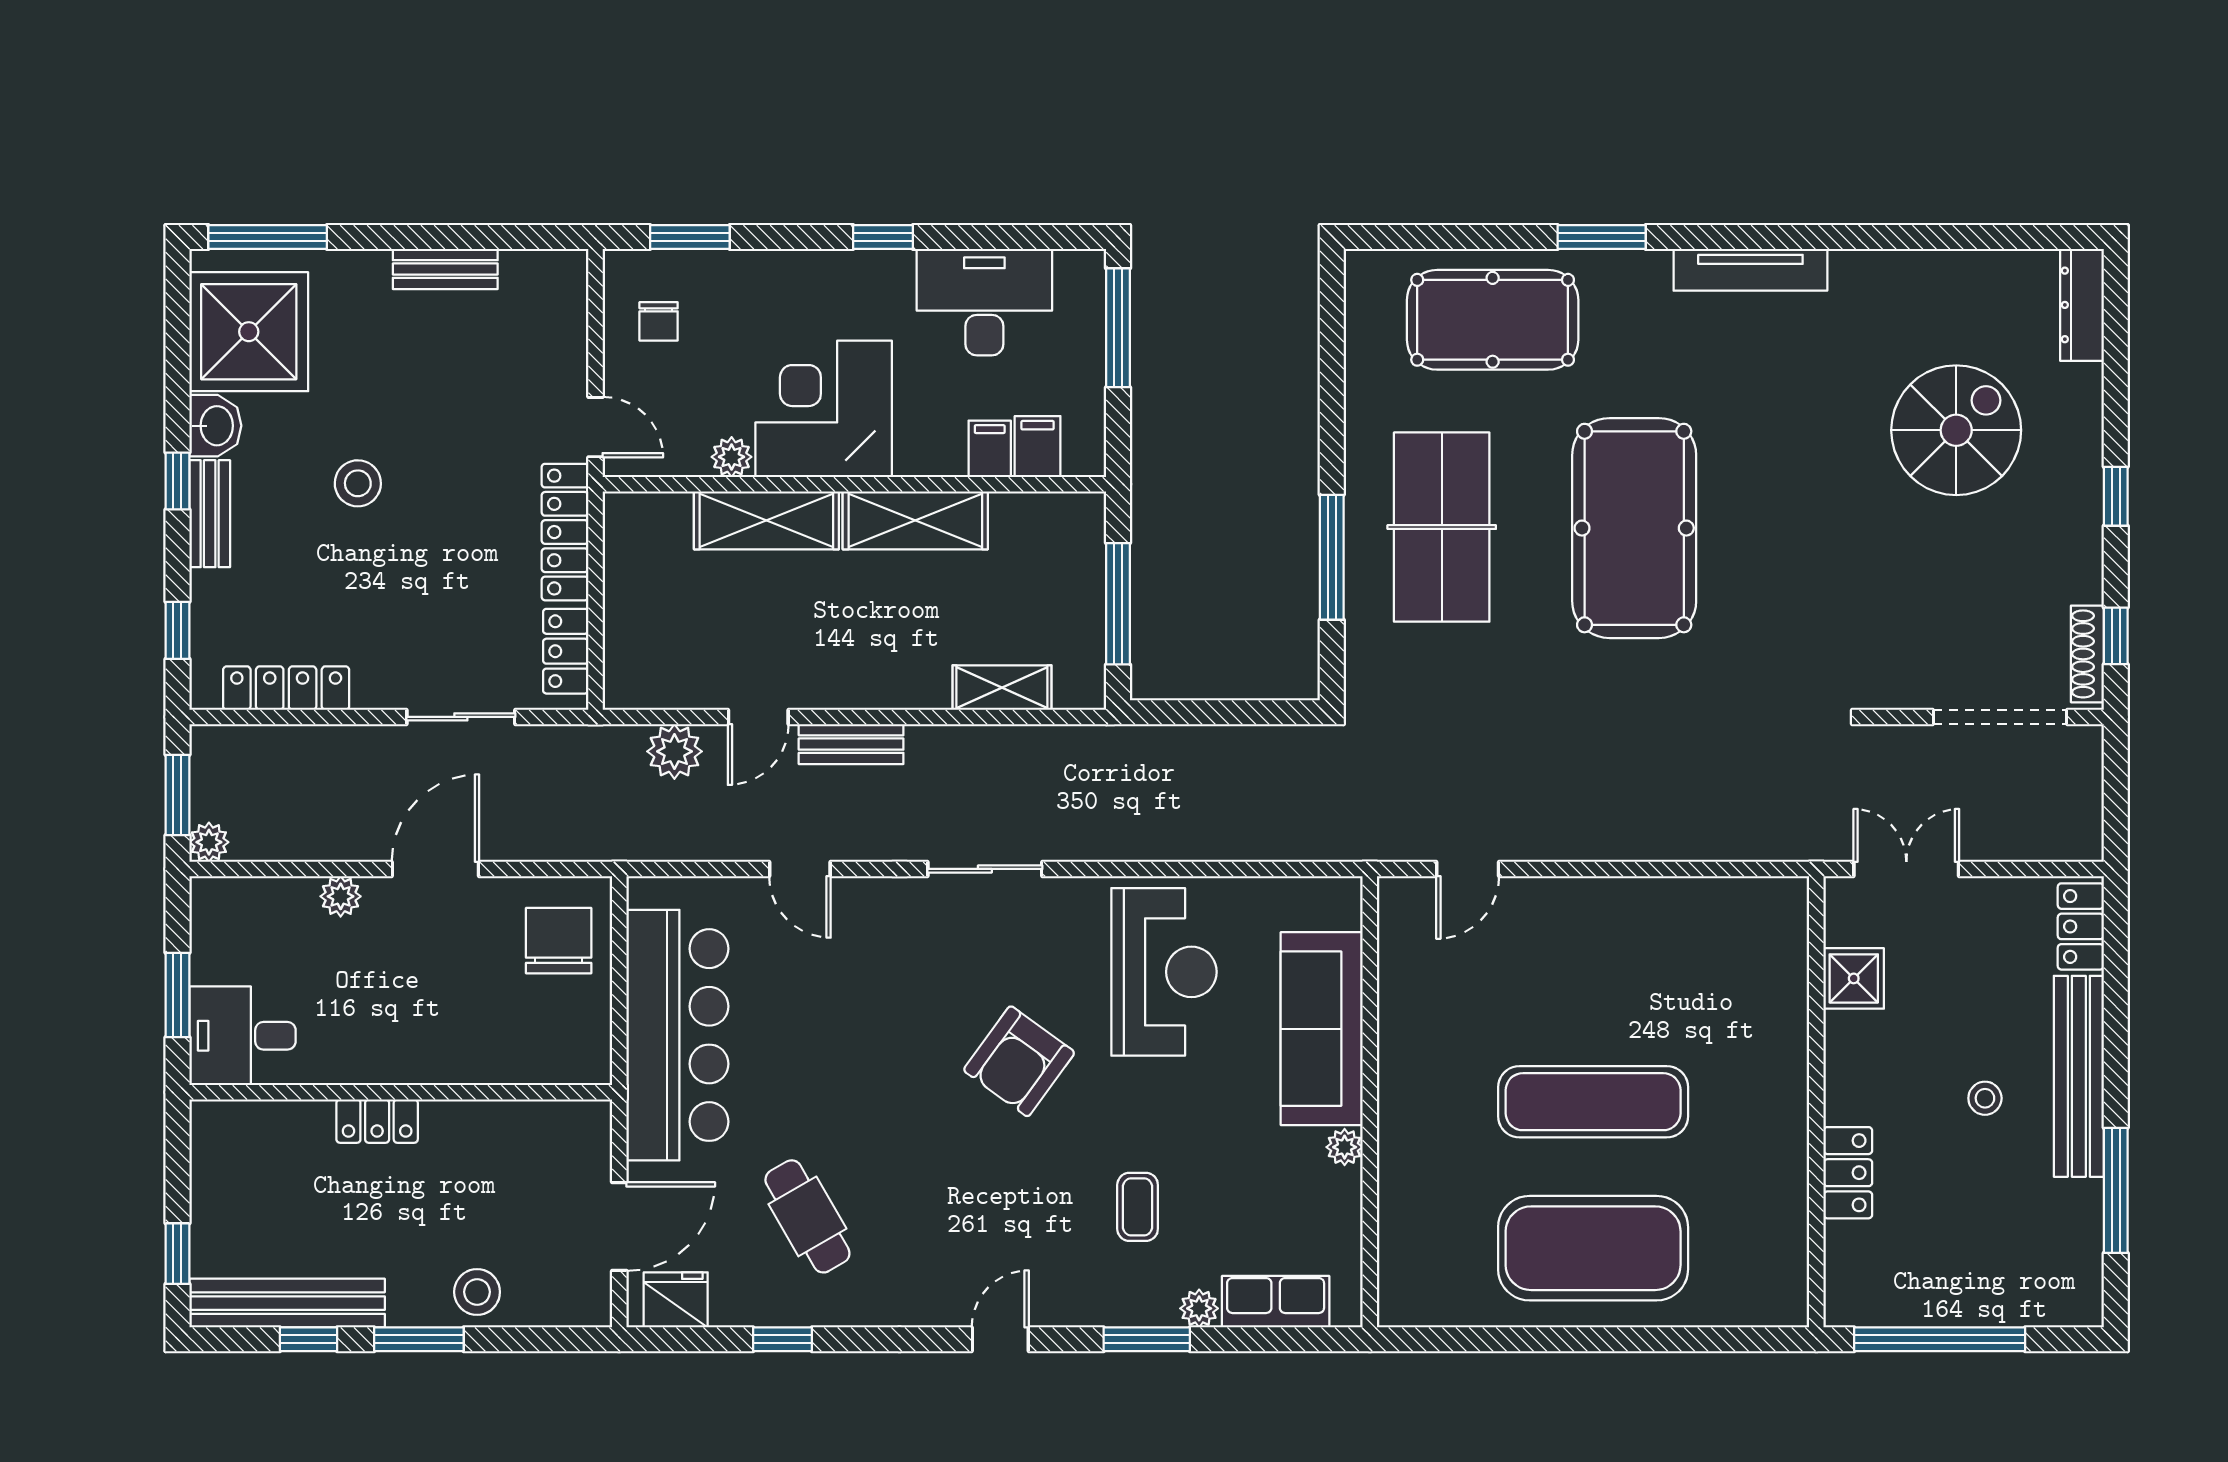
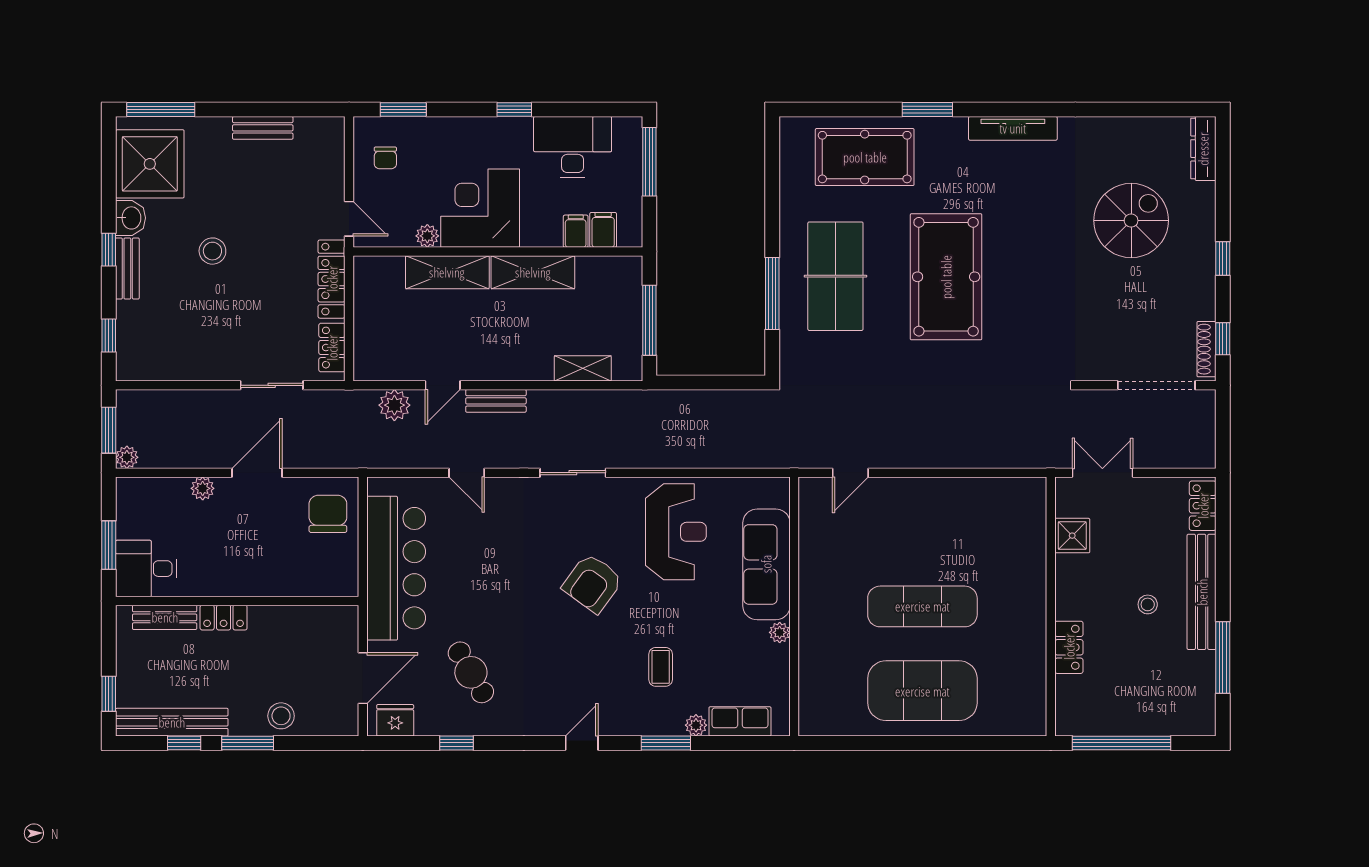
locker: (286, 688) -> (171, 369), removed
bench: (275, 1121) -> (165, 617), added

